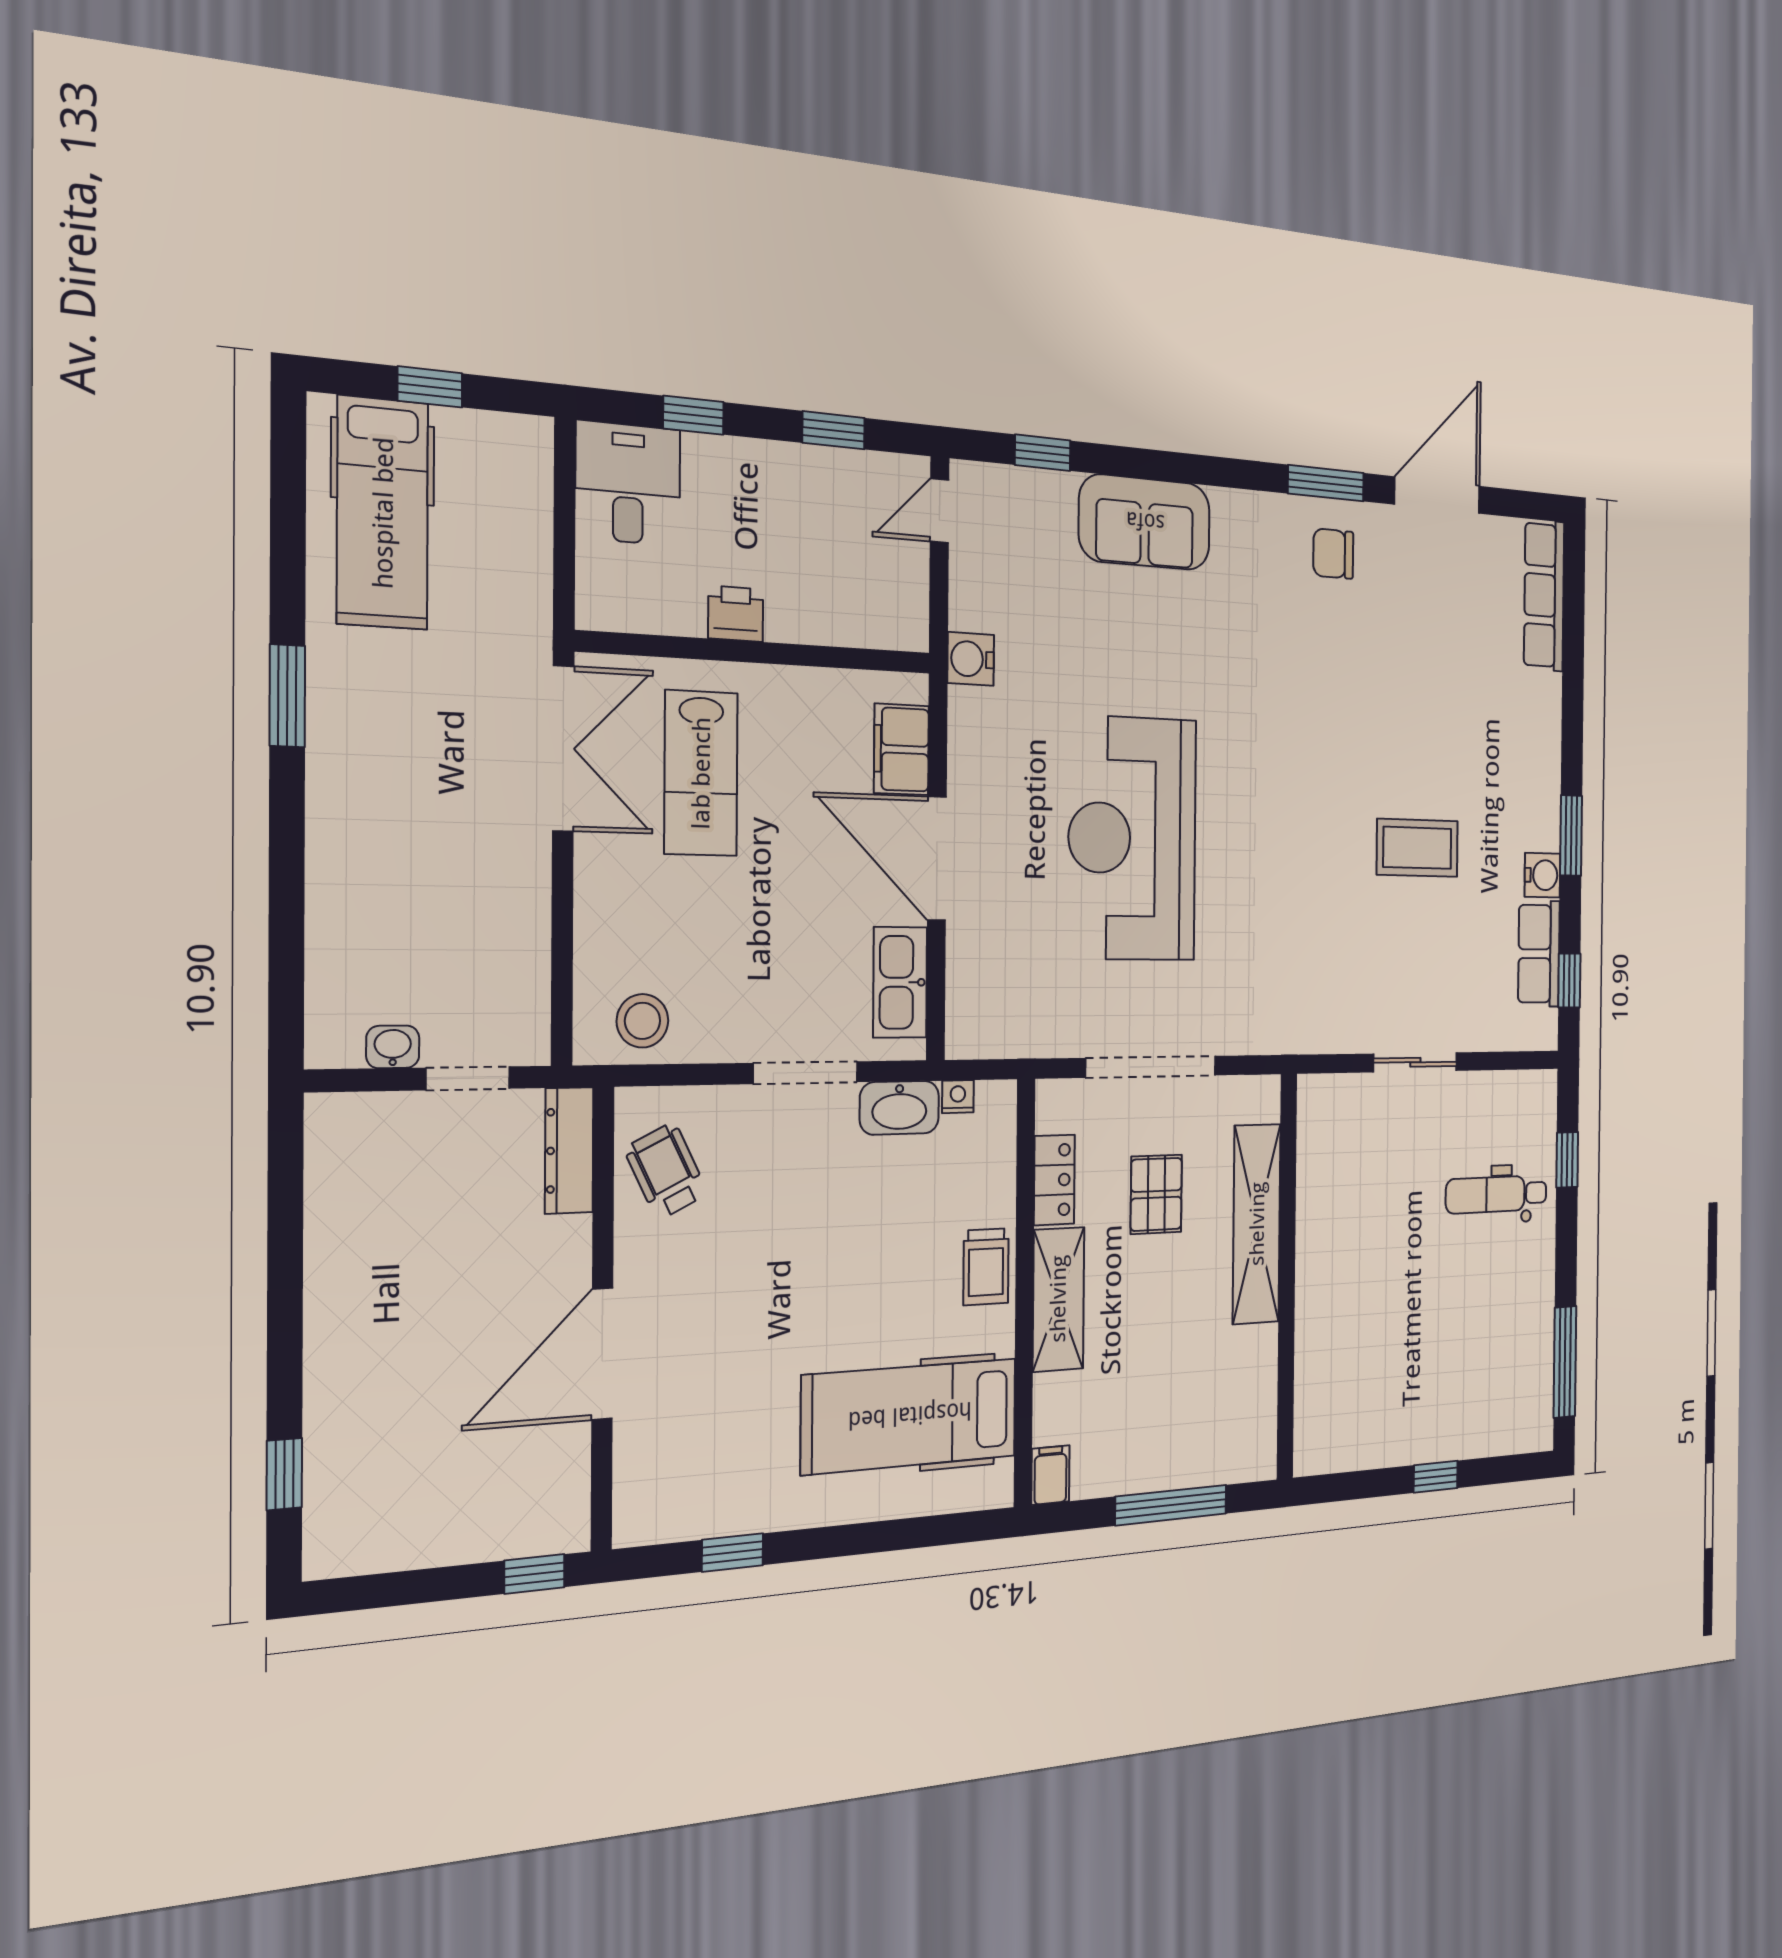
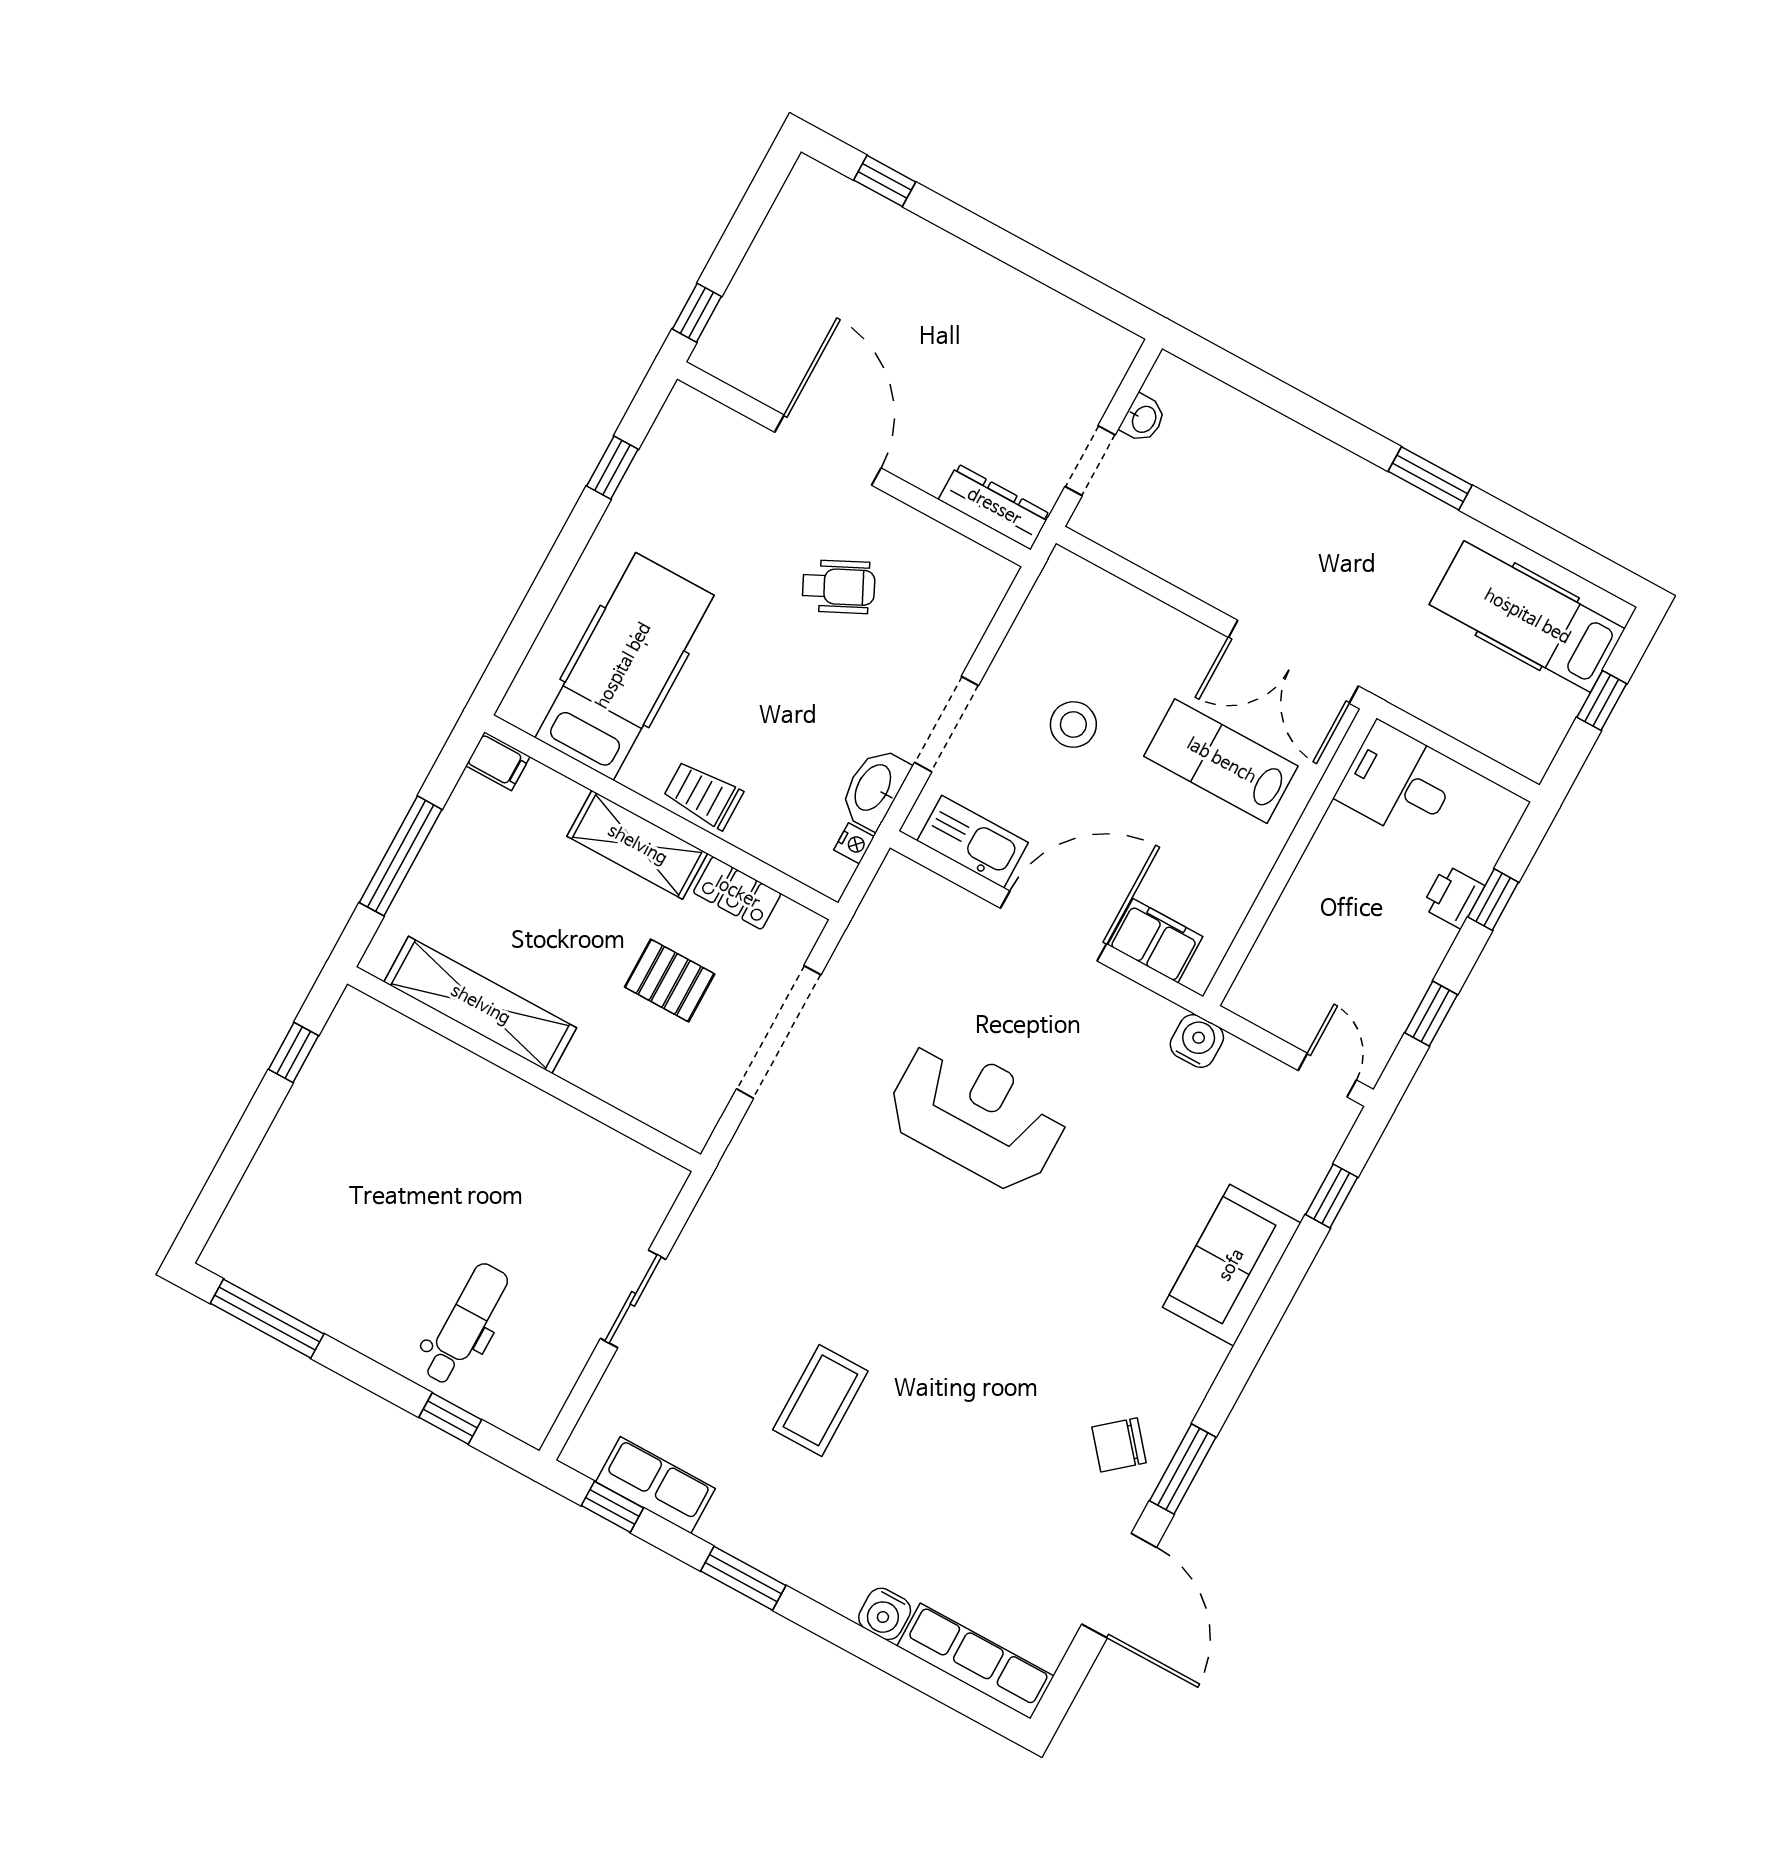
desk: (628, 483) -> (1398, 782), moved, turned 180
chair: (1333, 554) -> (1119, 1445), turned -130
printer: (736, 614) -> (1453, 897), moved, turned 180
reception desk: (1132, 839) -> (977, 1115), width x0.74, depth x0.77
water cooler: (1542, 875) -> (885, 1614), moved
stool: (642, 1021) -> (1073, 725), moved
wheelchair: (666, 1171) -> (839, 587), moved
shelving: (1257, 1224) -> (480, 1005), moved
window: (1436, 1477) -> (293, 1053), moved

